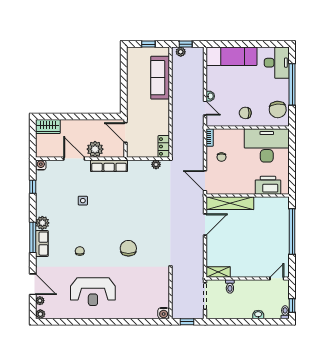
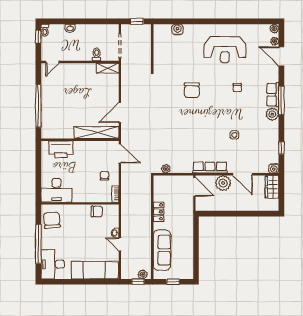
door: (205, 108) -> (120, 245), moved
chair: (245, 113) -> (97, 211), moved
wardrobe: (48, 127) -> (272, 187), moved, turned -90
door: (126, 133) -> (194, 187), moved
desk: (267, 145) -> (56, 190), width x0.73, depth x0.77
locker: (164, 146) -> (159, 212), moved
reception desk: (93, 292) -> (225, 50), turned 180
water cooler: (164, 313) -> (177, 29), moved

